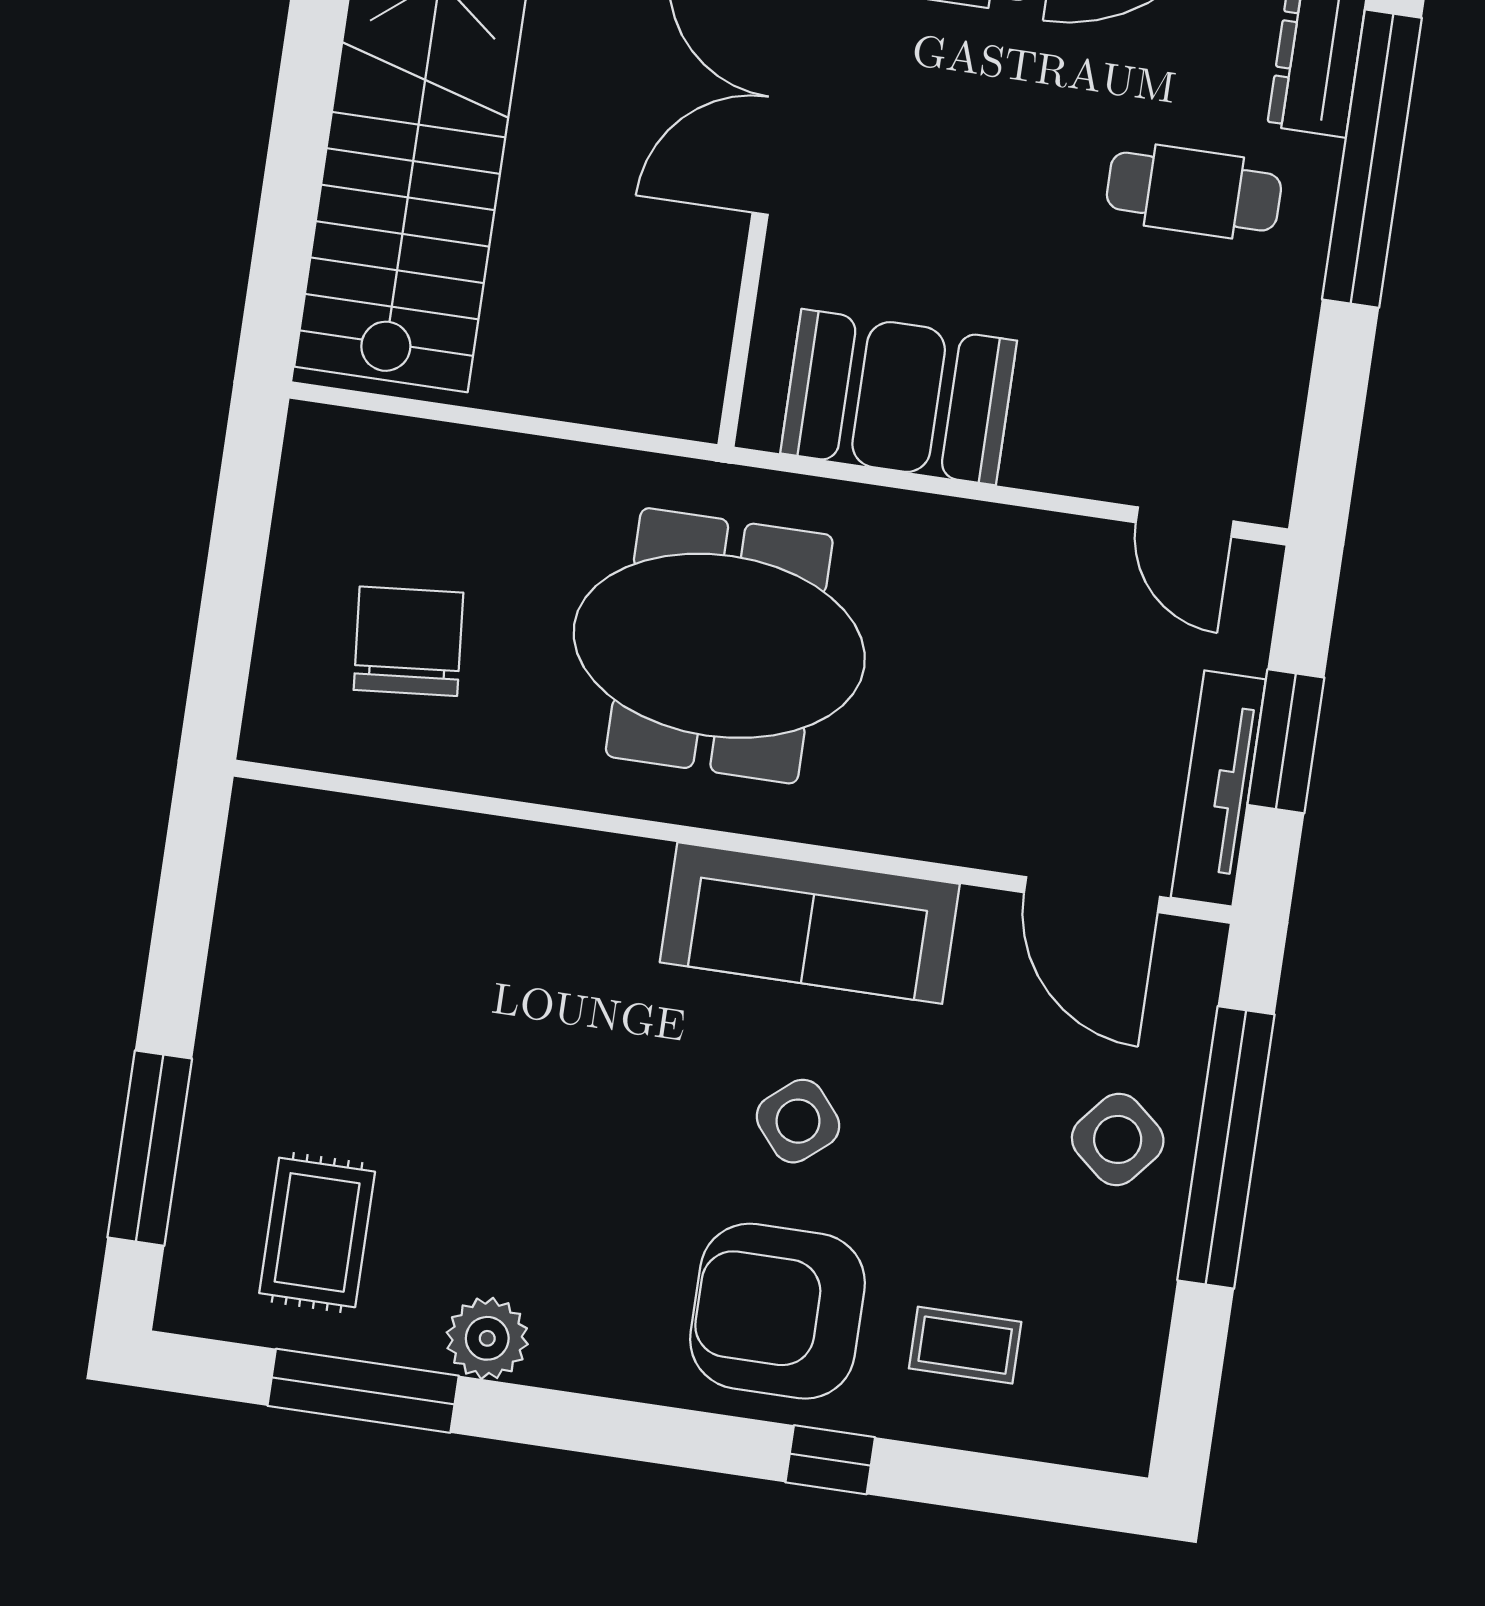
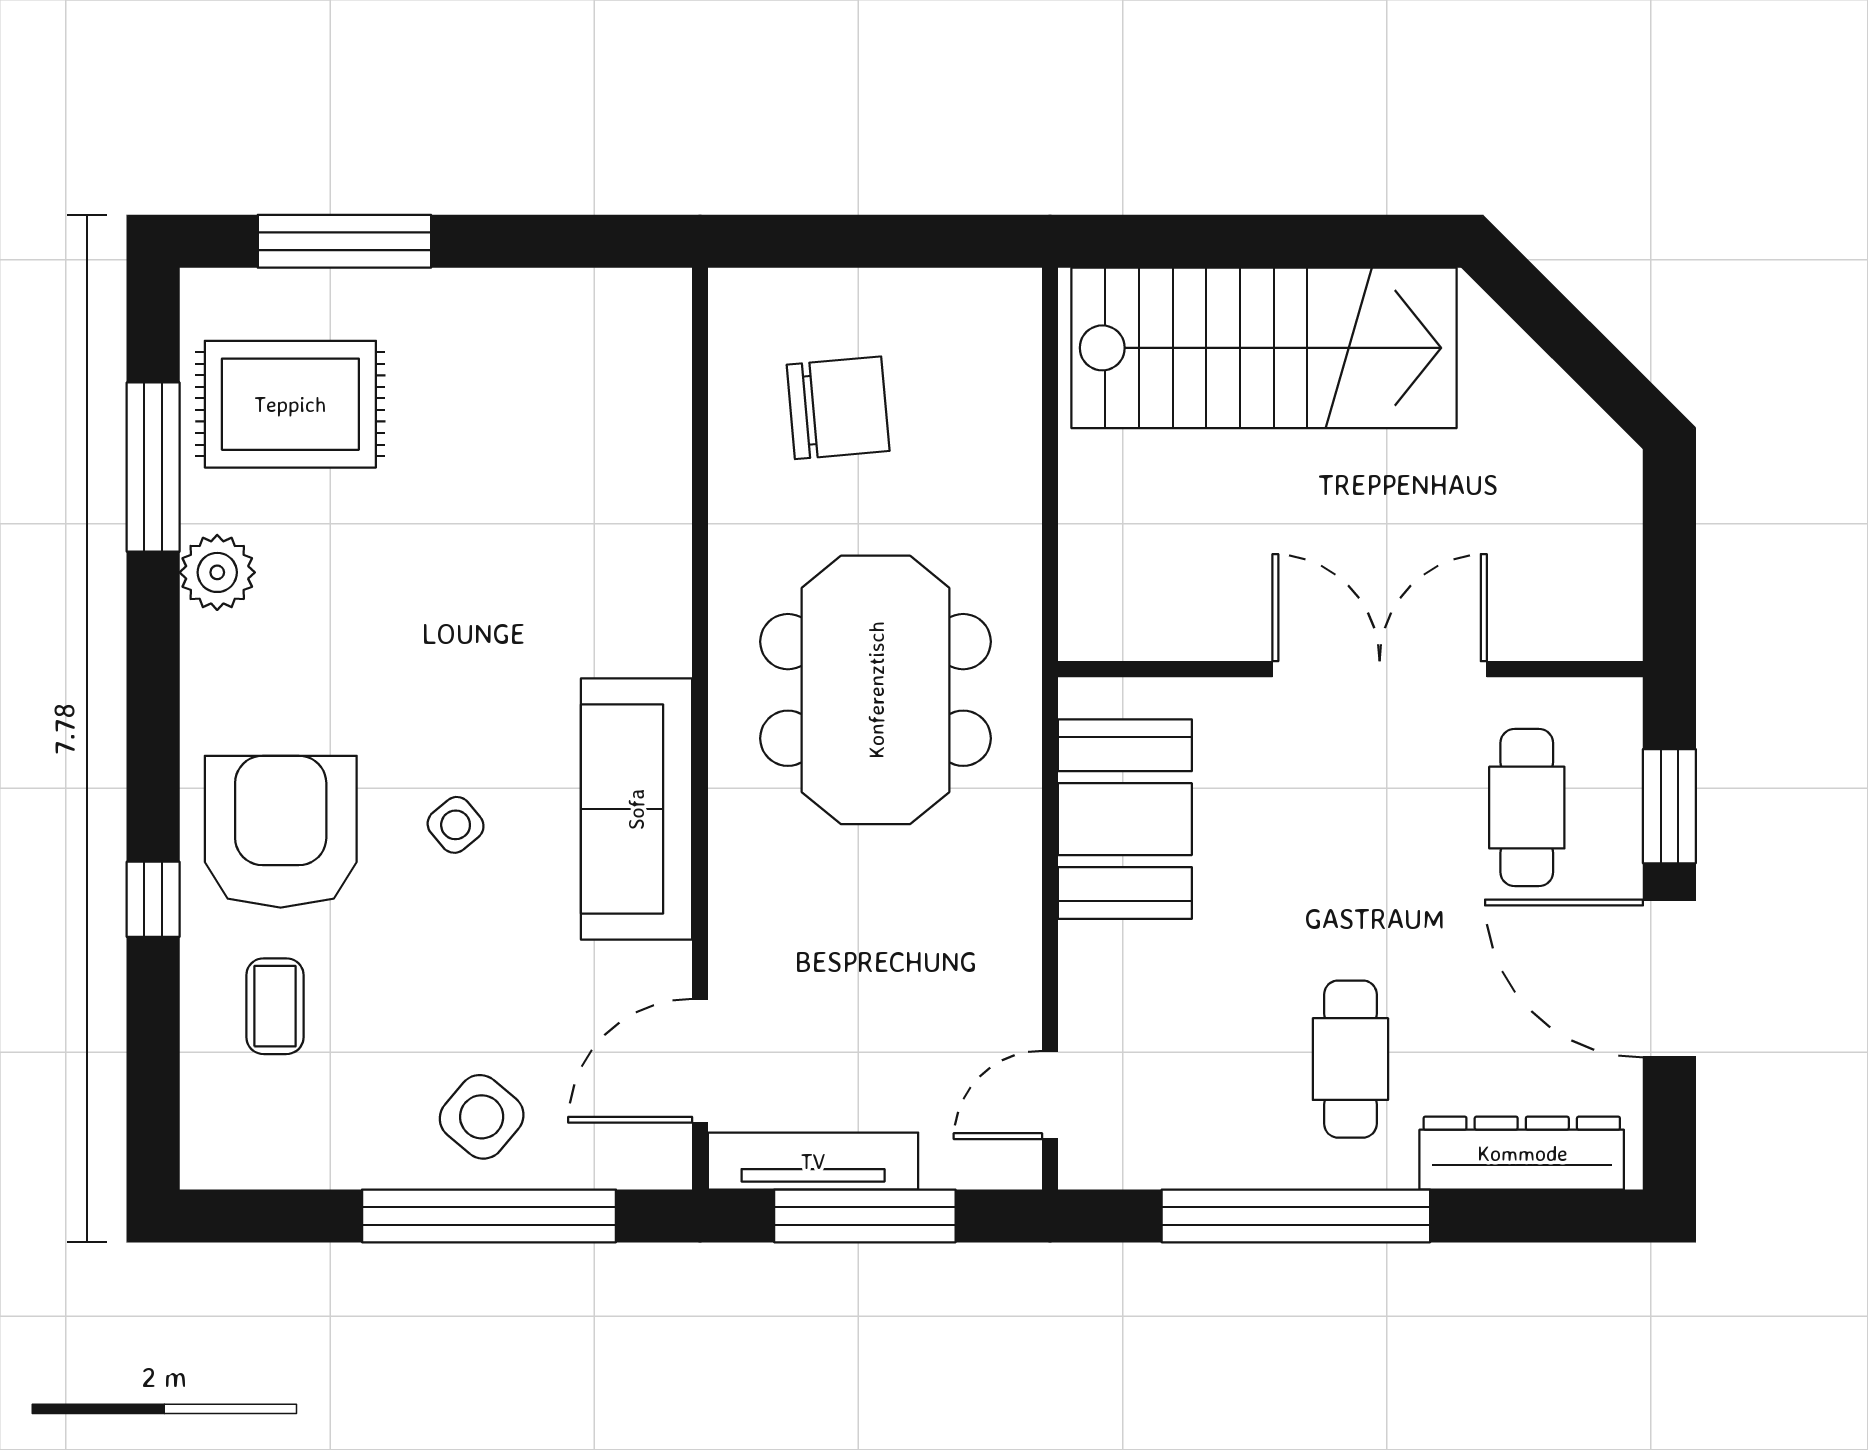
window: (1372, 159) -> (1296, 1216), moved
window: (1286, 741) -> (865, 1216), width x1.44
side table: (798, 1121) -> (456, 825), width x0.73, depth x0.73
rug: (317, 1232) -> (290, 404), width x1.36, depth x1.43

